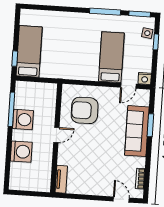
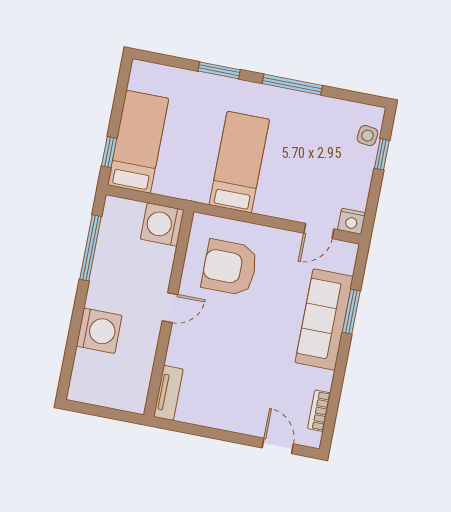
window: (140, 14) -> (219, 70), moved
bed: (111, 57) -> (239, 162), moved
washing machine: (23, 120) -> (162, 224), moved, turned 180

